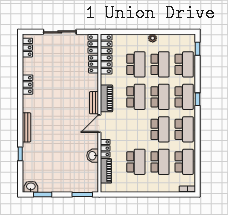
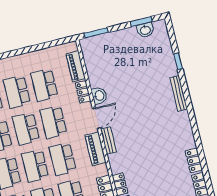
locker: (27, 85) -> (194, 160), moved
school desk: (136, 129) -> (53, 122), added
washbasin: (93, 156) -> (99, 96), moved
washbasin: (31, 187) -> (145, 30), moved

